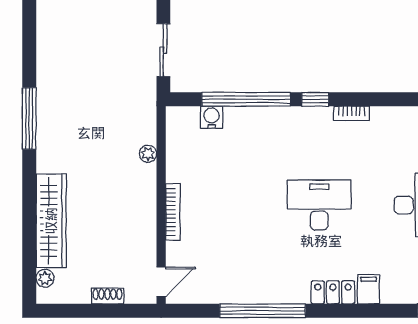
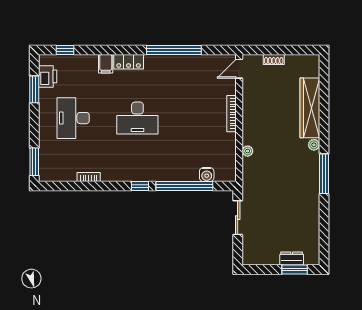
bookcase: (352, 113) -> (89, 177), moved
plant: (45, 278) -> (314, 145), moved

